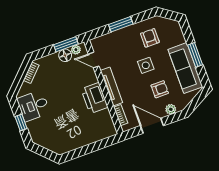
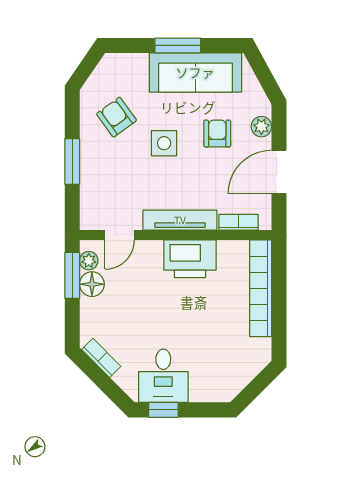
armchair: (150, 38) -> (117, 117), turned 54
window: (21, 123) -> (163, 410), moved
bookcase: (93, 137) -> (261, 288), added

